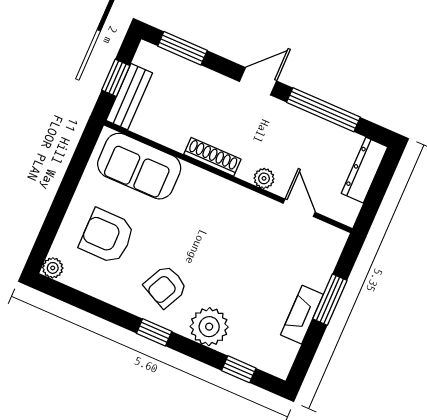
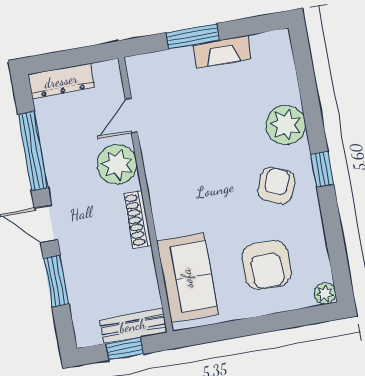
window: (182, 48) -> (56, 281), moved
plant: (264, 178) -> (117, 164), width x1.88, depth x1.88
armchair: (165, 287) -> (276, 186), turned -94
window: (239, 369) -> (305, 75), removed

